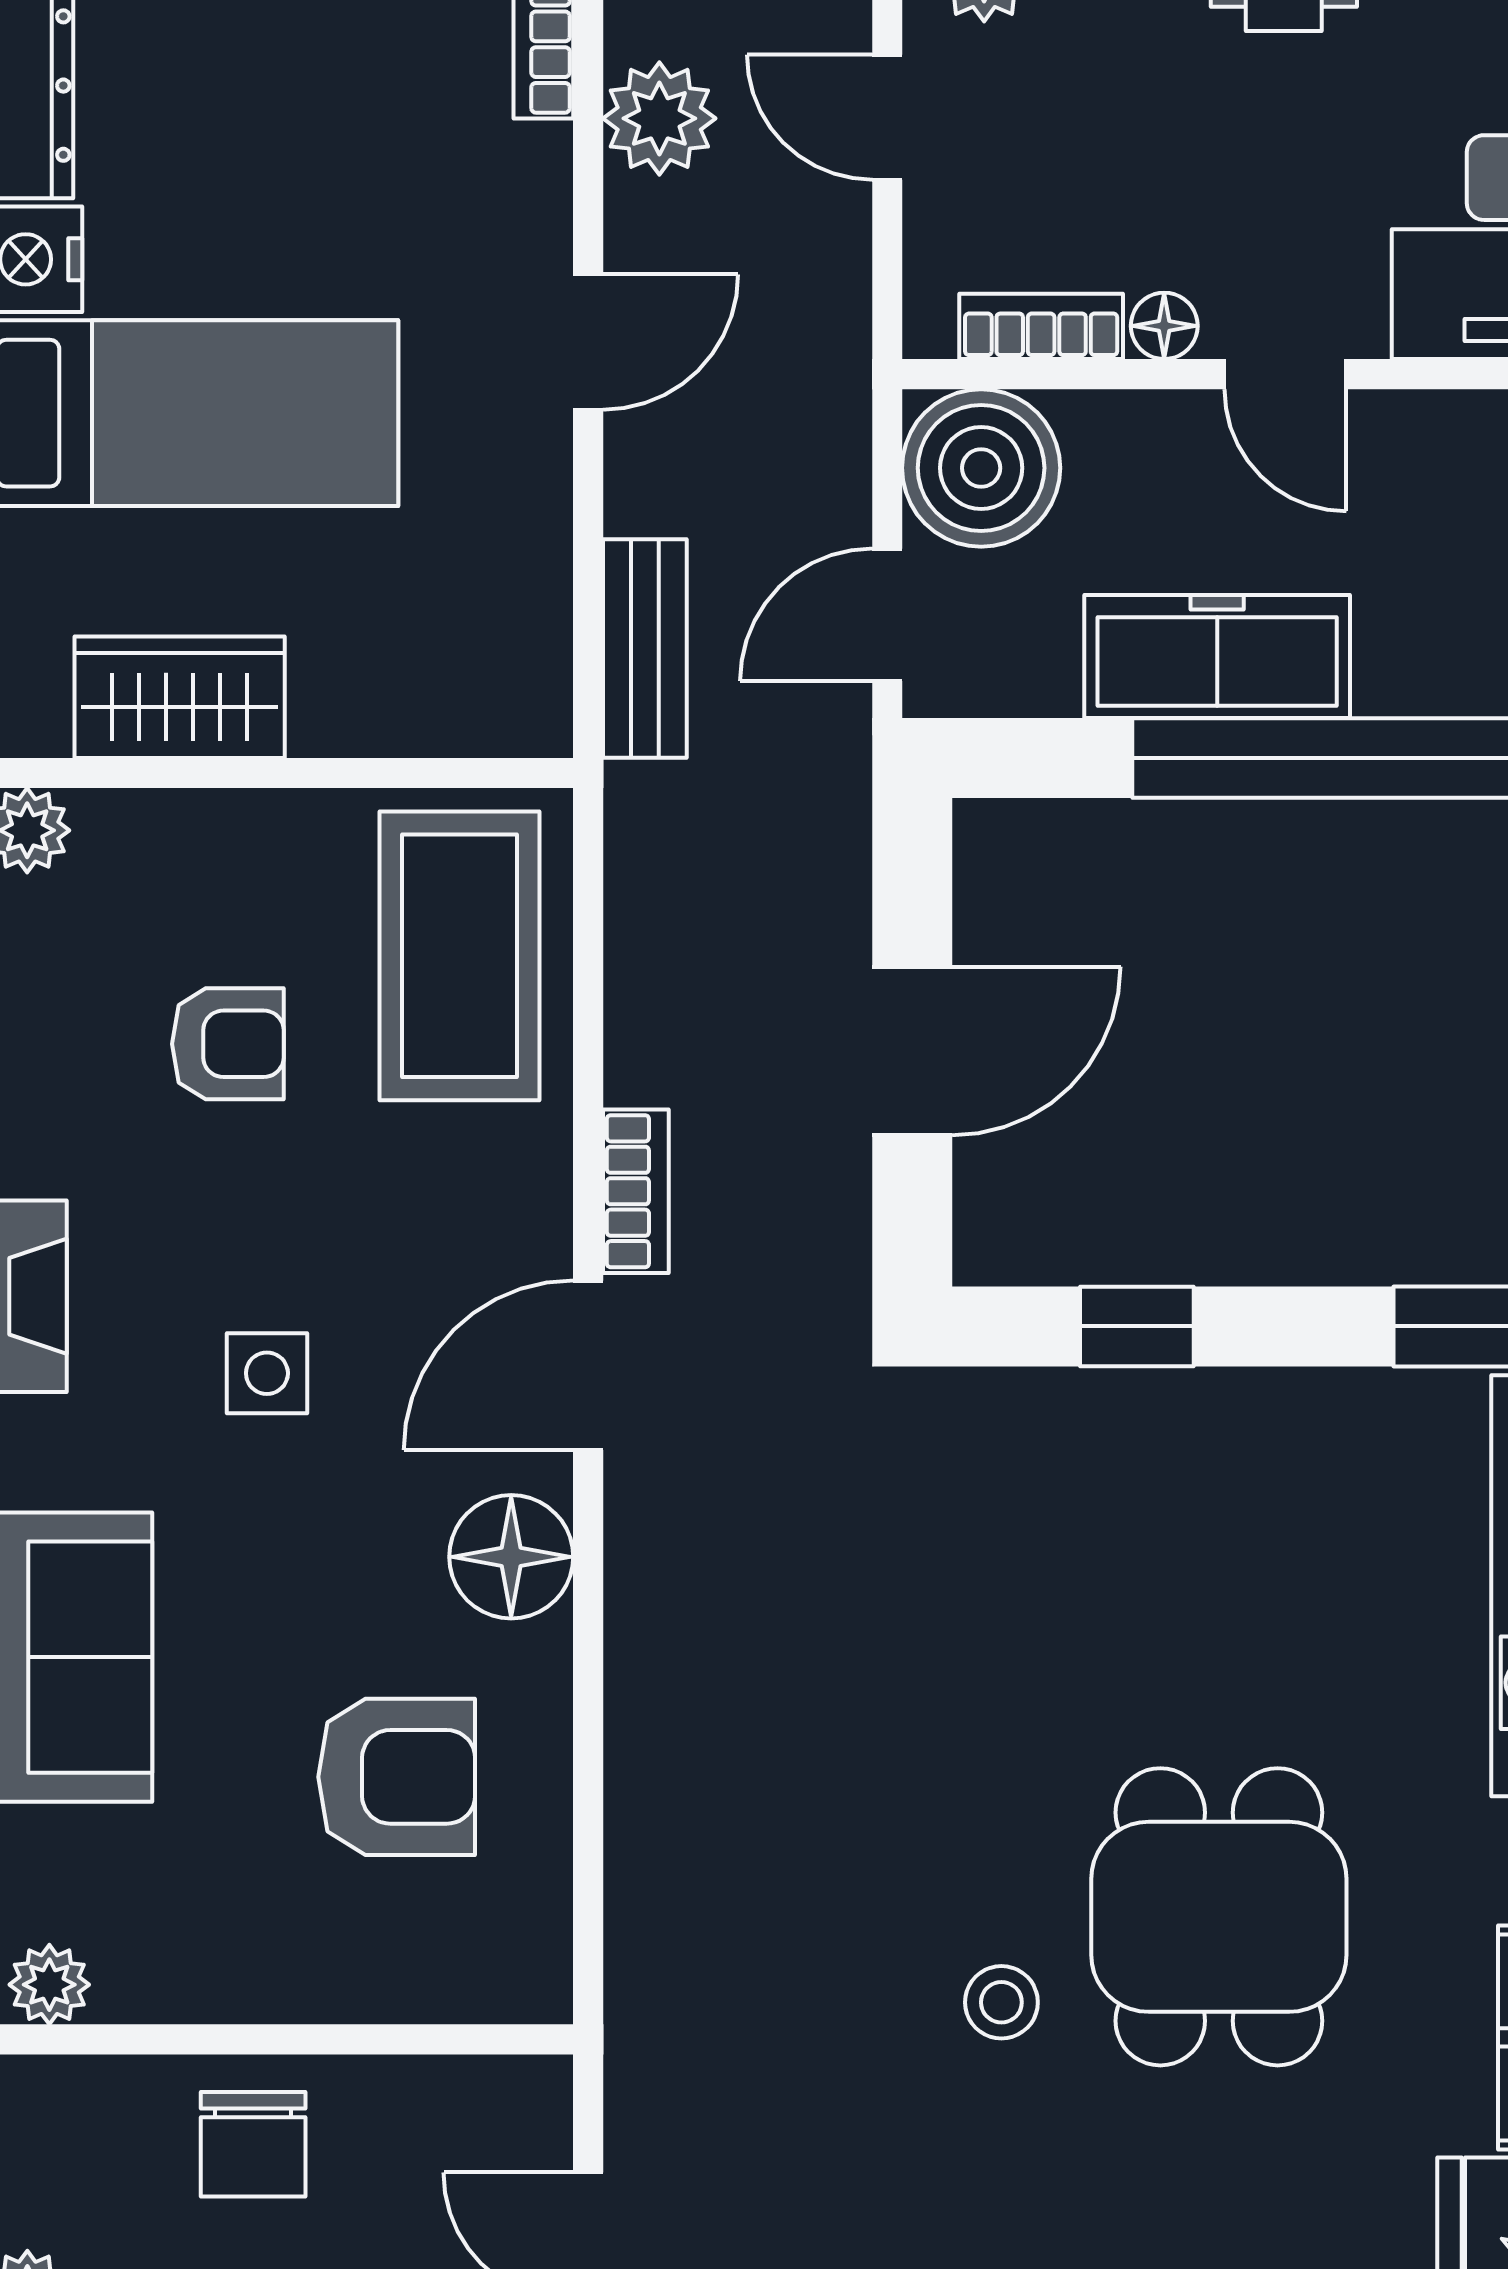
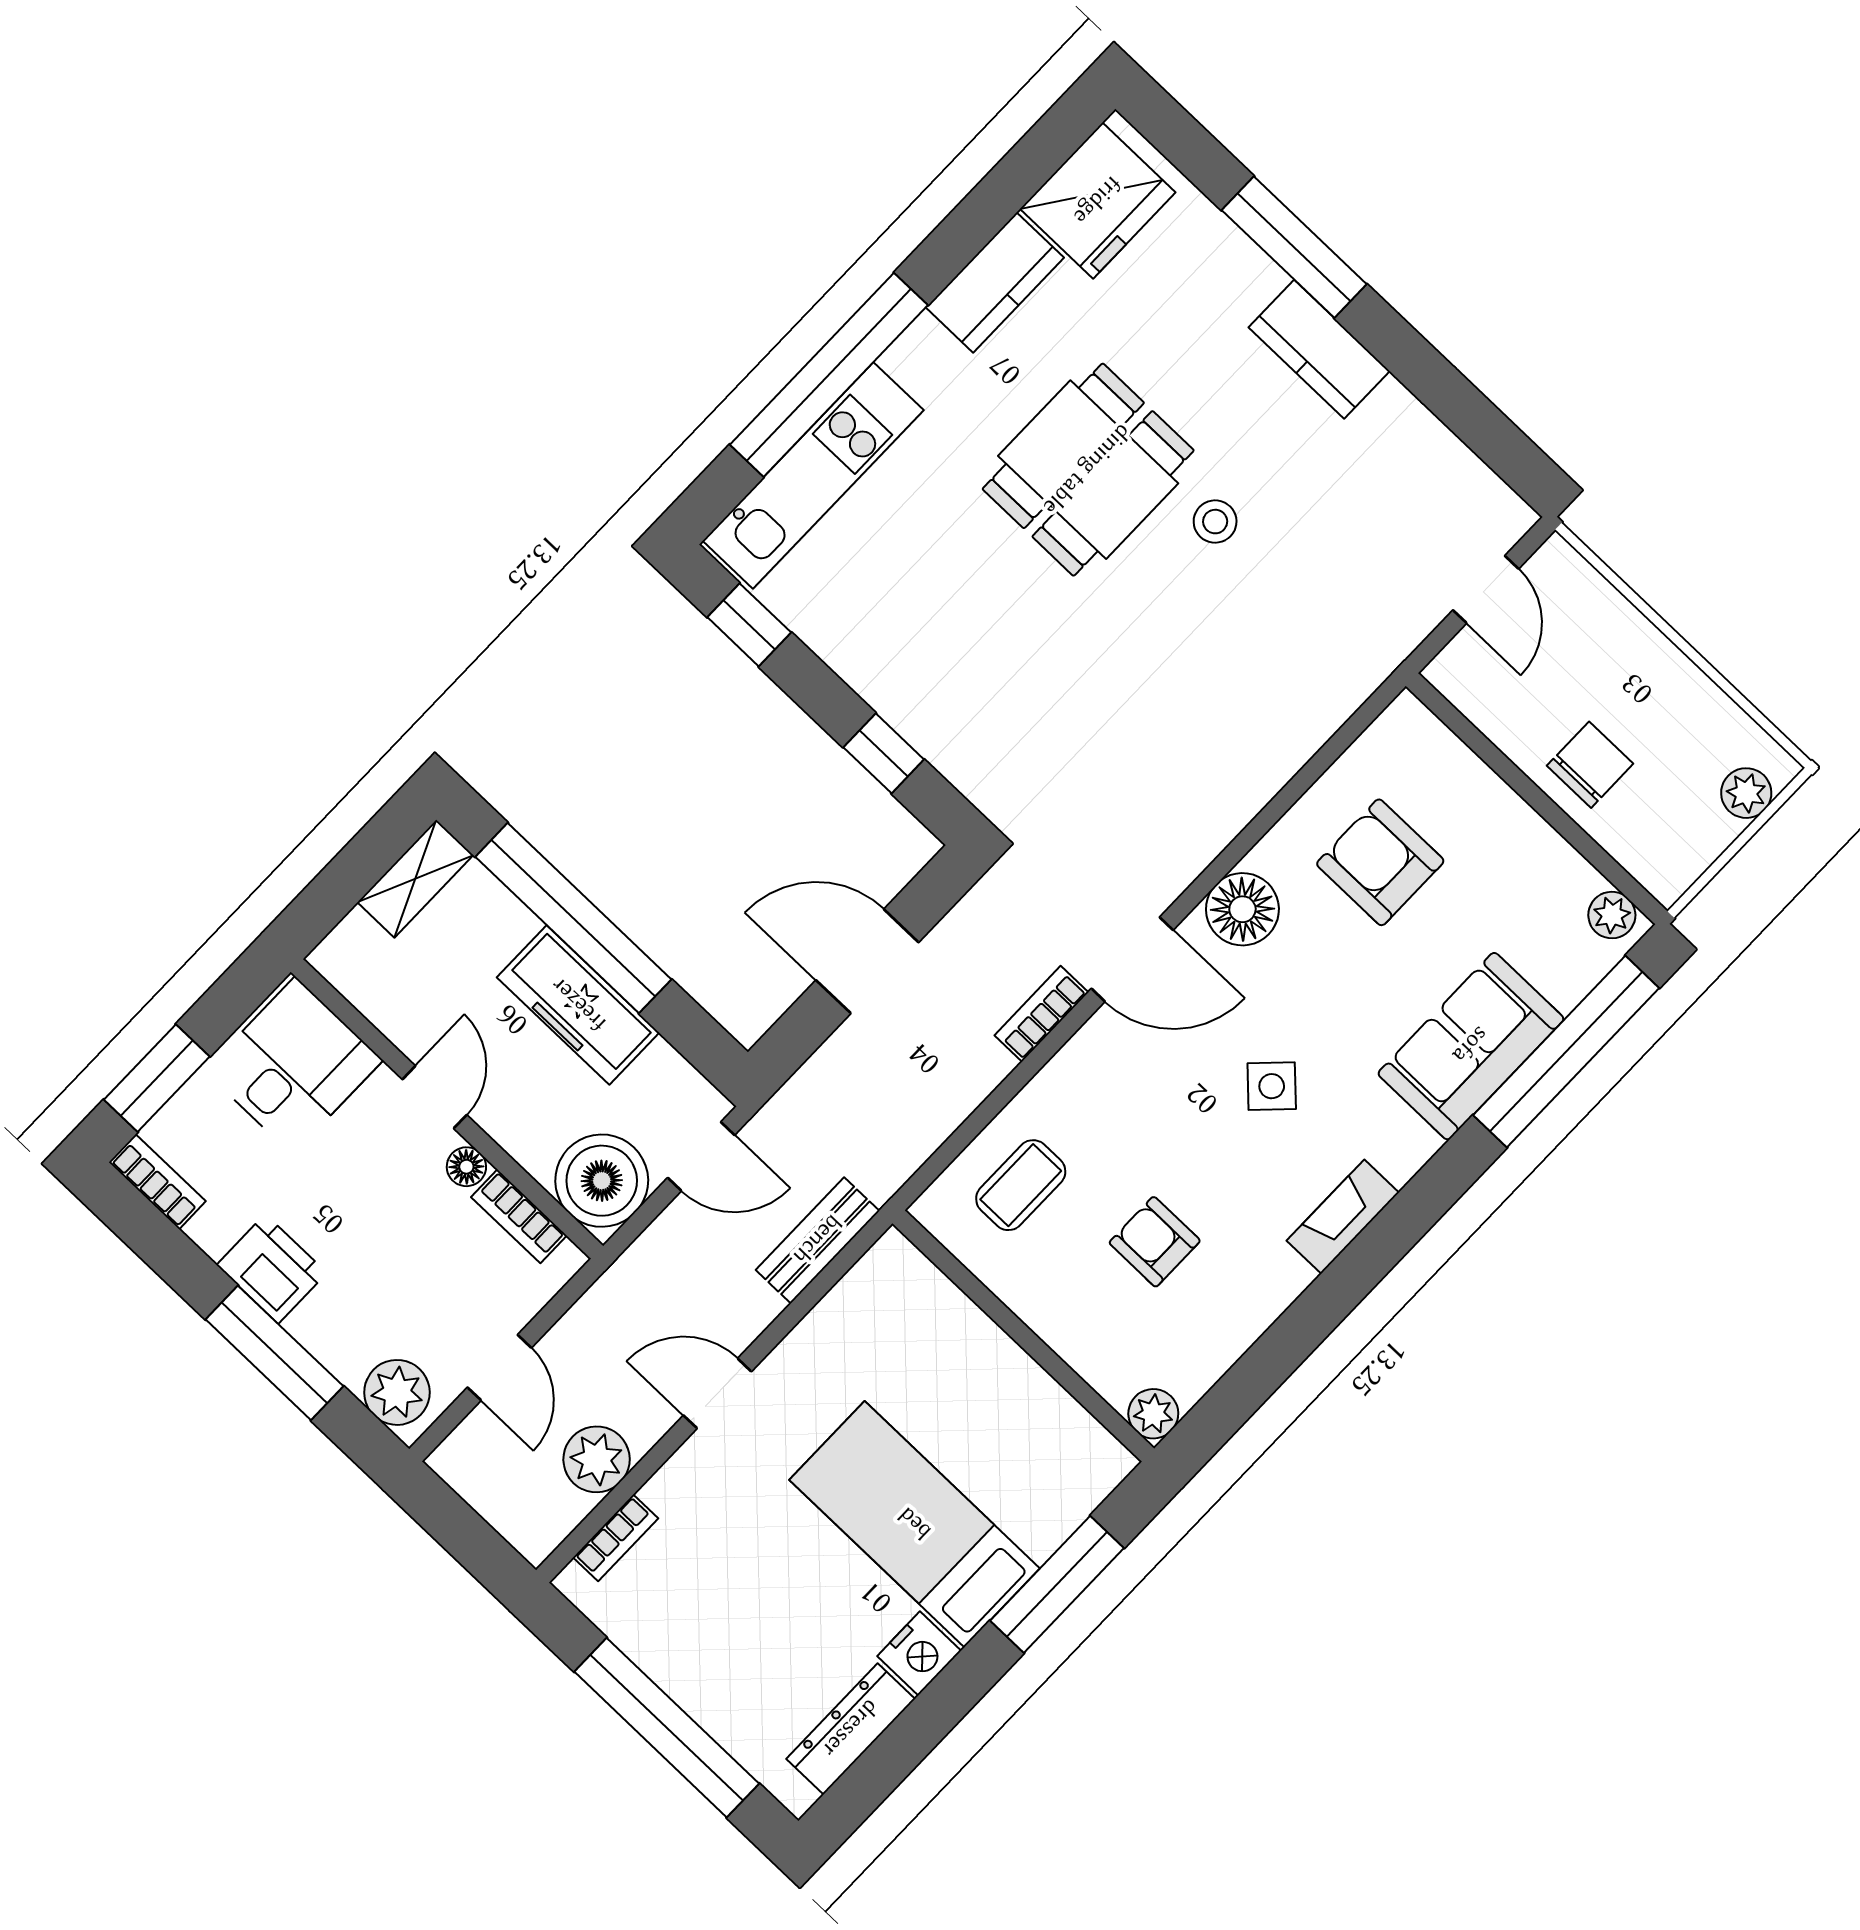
wardrobe: (180, 697) -> (1035, 1408), removed
coffee table: (460, 956) -> (1021, 1185), width x0.54, depth x0.58
side table: (267, 1373) -> (1272, 1086), turned 45

